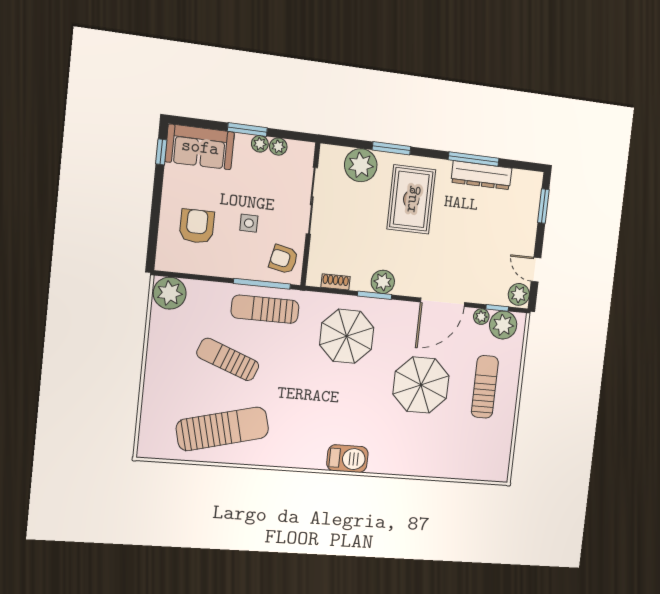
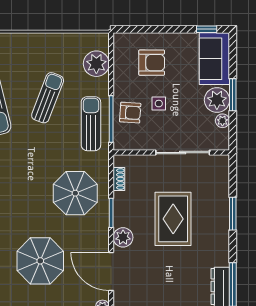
plant: (260, 144) -> (217, 100), width x1.88, depth x1.88
plant: (361, 165) -> (216, 190), removed
rug: (411, 199) -> (173, 219), moved, turned 90
armchair: (284, 259) -> (130, 113), moved, turned 82
plant: (383, 282) -> (123, 237), moved
plant: (170, 293) -> (96, 64), moved

